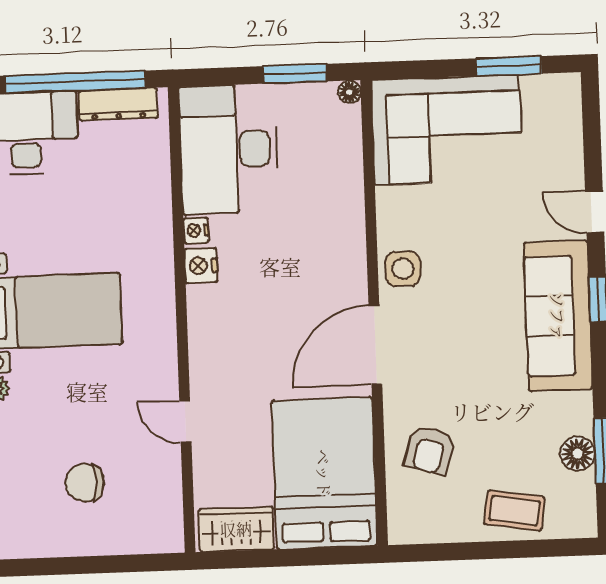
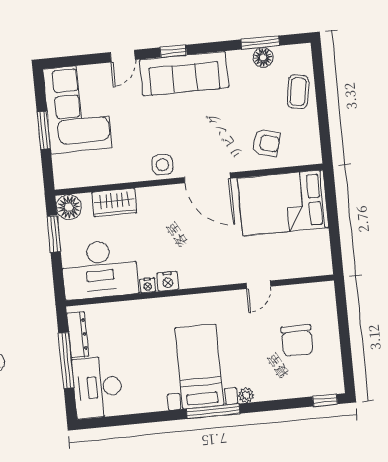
window: (509, 66) -> (44, 130), moved
window: (75, 82) -> (66, 360), width x0.68
floor lamp: (349, 92) -> (69, 207), width x1.89, depth x1.89
corner sofa: (447, 130) -> (77, 109), moved
chair: (85, 483) -> (297, 341), width x1.37, depth x1.37
wardrobe: (236, 529) -> (114, 203), moved, turned -90

